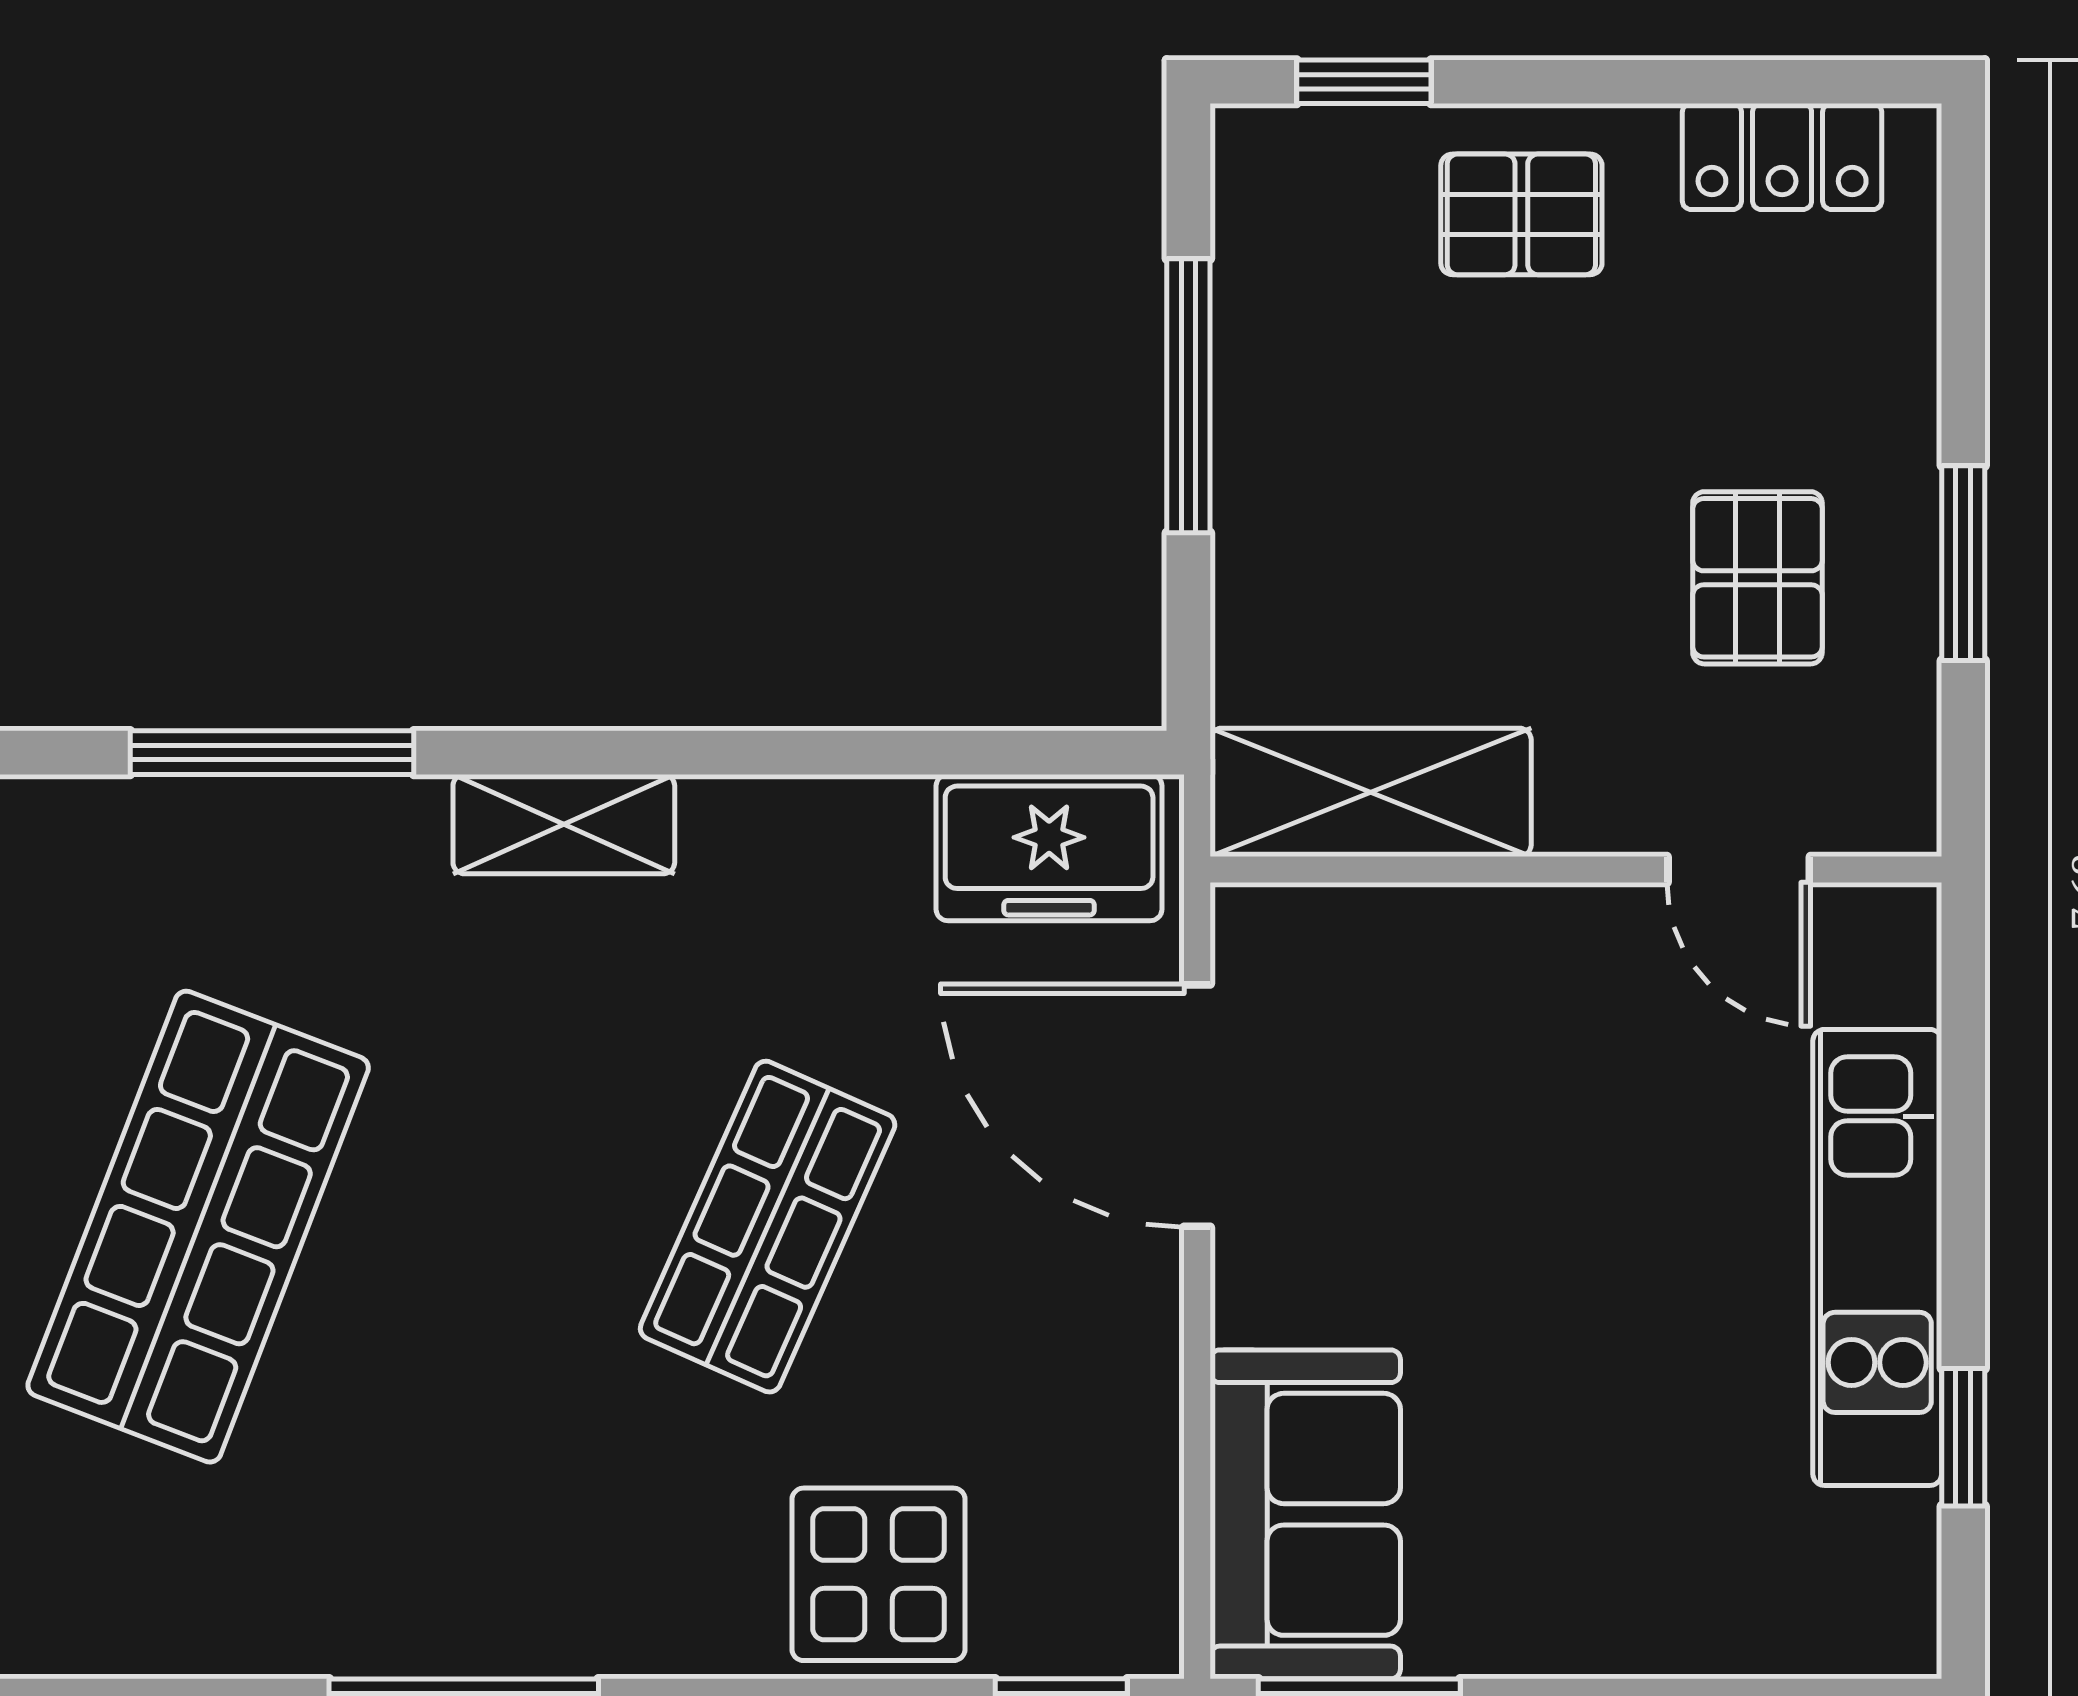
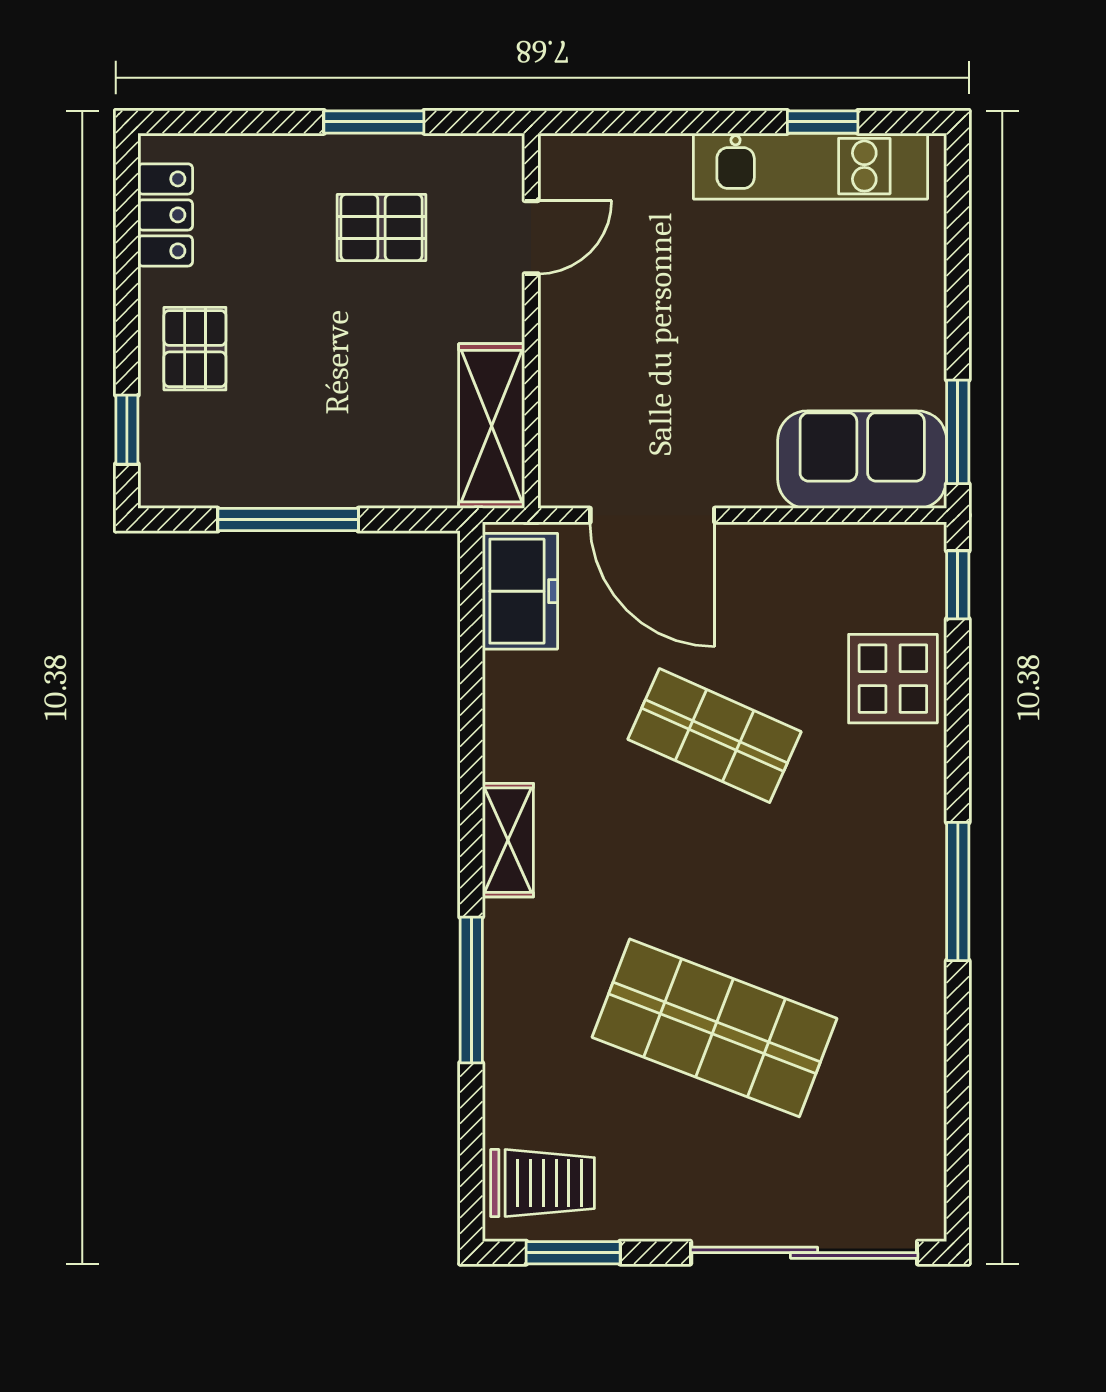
door: (1197, 1106) -> (652, 515), hinge flipped
kitchen unit: (1877, 1257) -> (810, 166), moved

